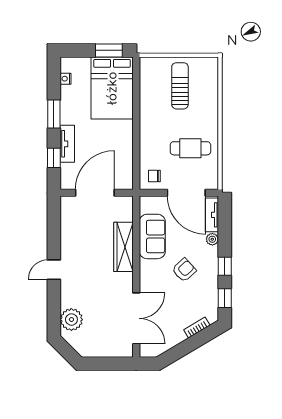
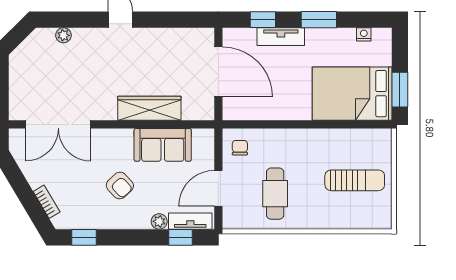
door: (186, 193) -> (218, 188), width x0.73
window: (225, 266) -> (181, 237), moved
plant: (71, 320) -> (63, 35), width x0.53, depth x0.53

